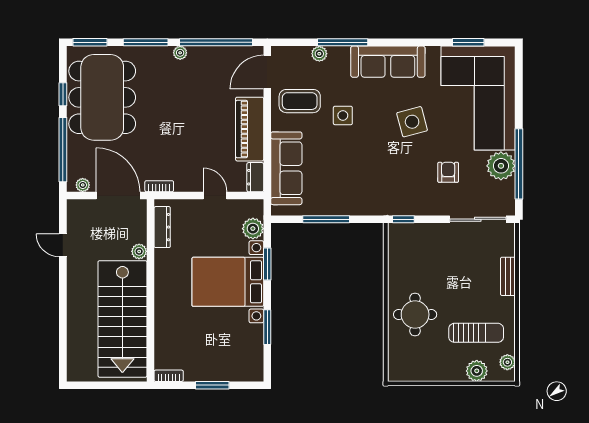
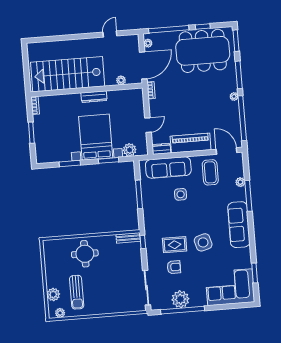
corner sofa: (478, 98) -> (230, 287), width x0.73, depth x0.74
side table: (343, 115) -> (181, 194), moved
rug: (412, 168) -> (175, 245), added
dresser: (162, 227) -> (94, 97), moved
plant: (139, 251) -> (121, 80), moved
bench: (508, 276) -> (128, 238), moved

